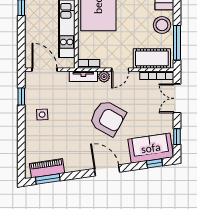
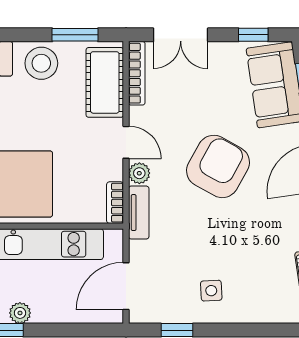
plant: (30, 14) -> (20, 313), added
window: (177, 43) -> (75, 35), width x0.69

